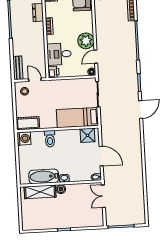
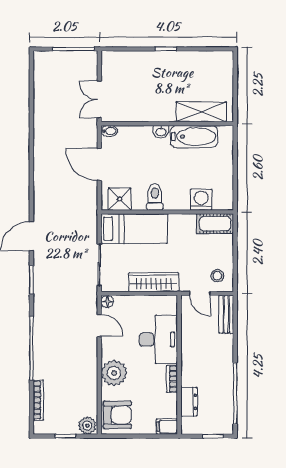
plant: (86, 41) -> (114, 373), moved
desk: (59, 54) -> (158, 339), width x1.37
door: (96, 57) -> (99, 325), hinge flipped
printer: (54, 72) -> (169, 304), removed
wardrobe: (64, 85) -> (154, 282), added
washing machine: (24, 138) -> (201, 200), moved, turned 90
toilet: (50, 139) -> (155, 197), moved
boiler: (61, 189) -> (167, 115), removed
double door: (103, 196) -> (99, 99), swing flipped

